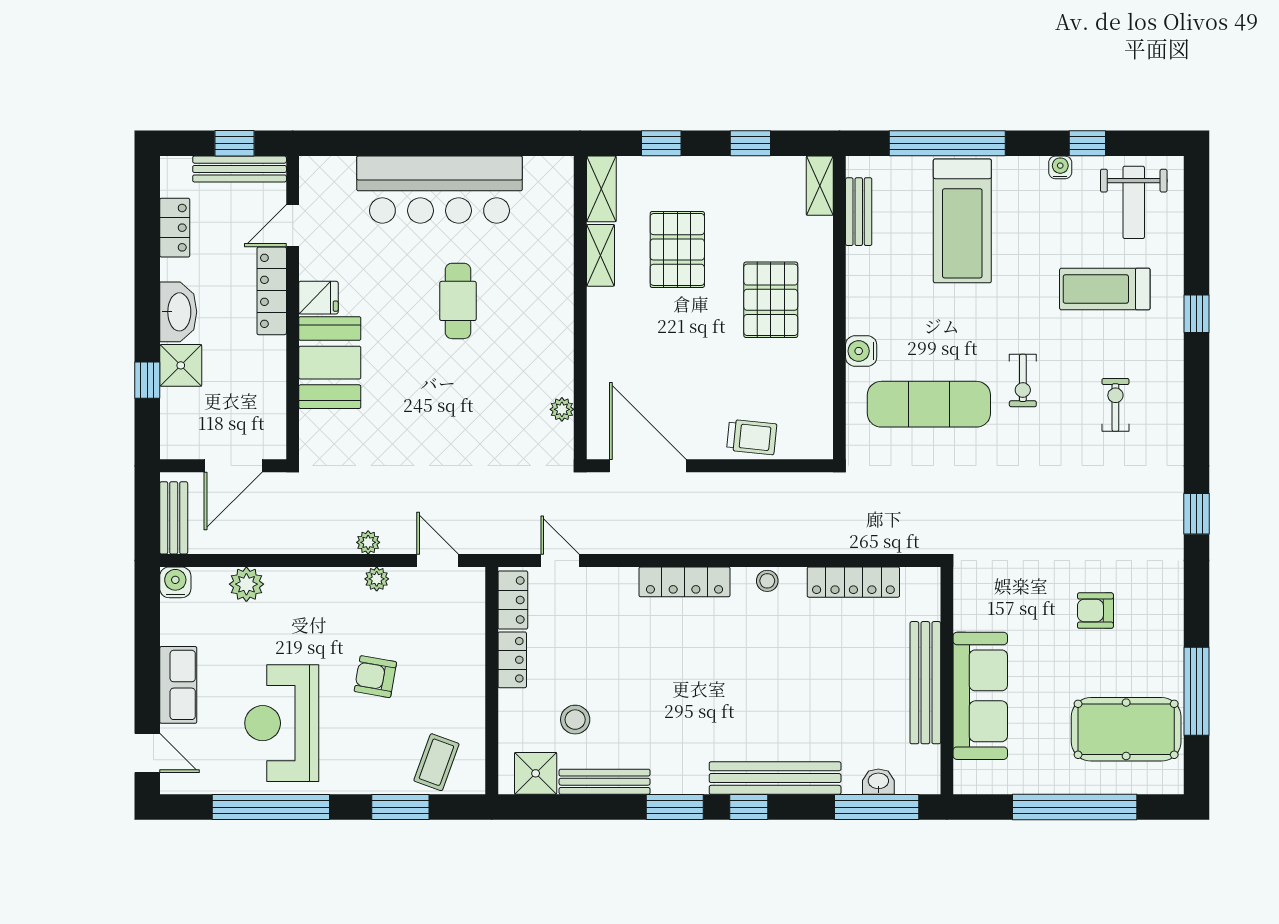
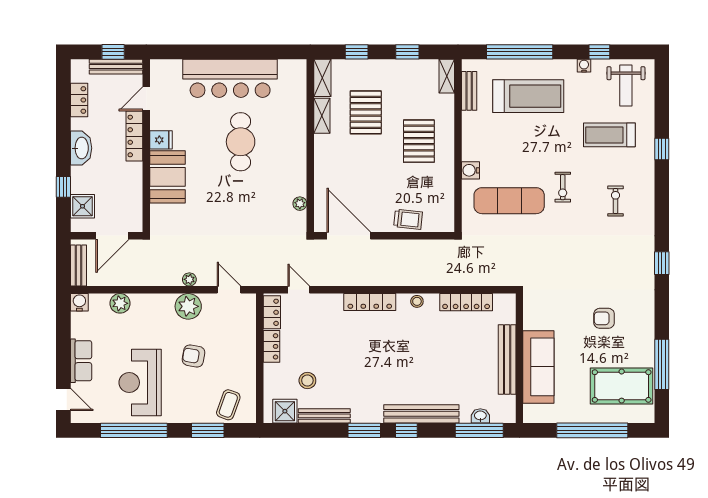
treadmill: (962, 221) -> (528, 96), turned -90
cafe table: (458, 301) -> (241, 142), width x1.37, depth x1.35
shower: (181, 365) -> (83, 206), moved
plant: (377, 579) -> (188, 306), width x1.88, depth x1.88

